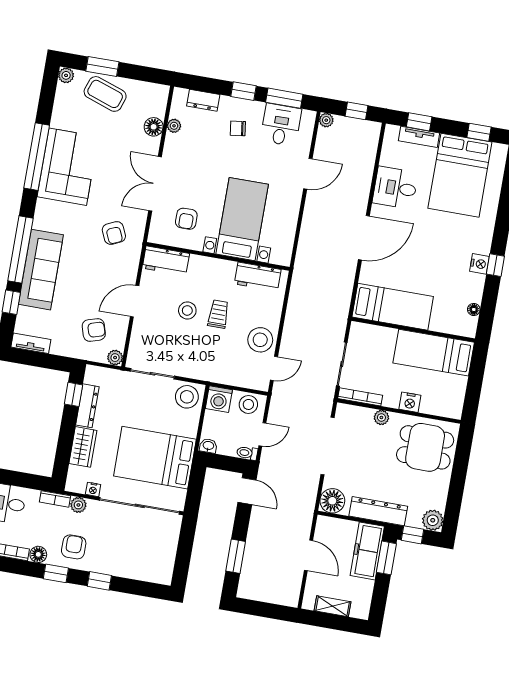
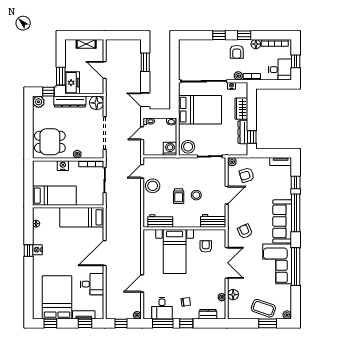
sofa: (41, 270) -> (282, 221), moved
stool: (248, 404) -> (153, 149), removed
freezer: (367, 551) -> (72, 83), width x0.71

